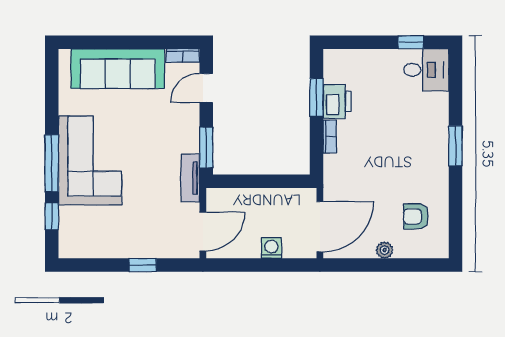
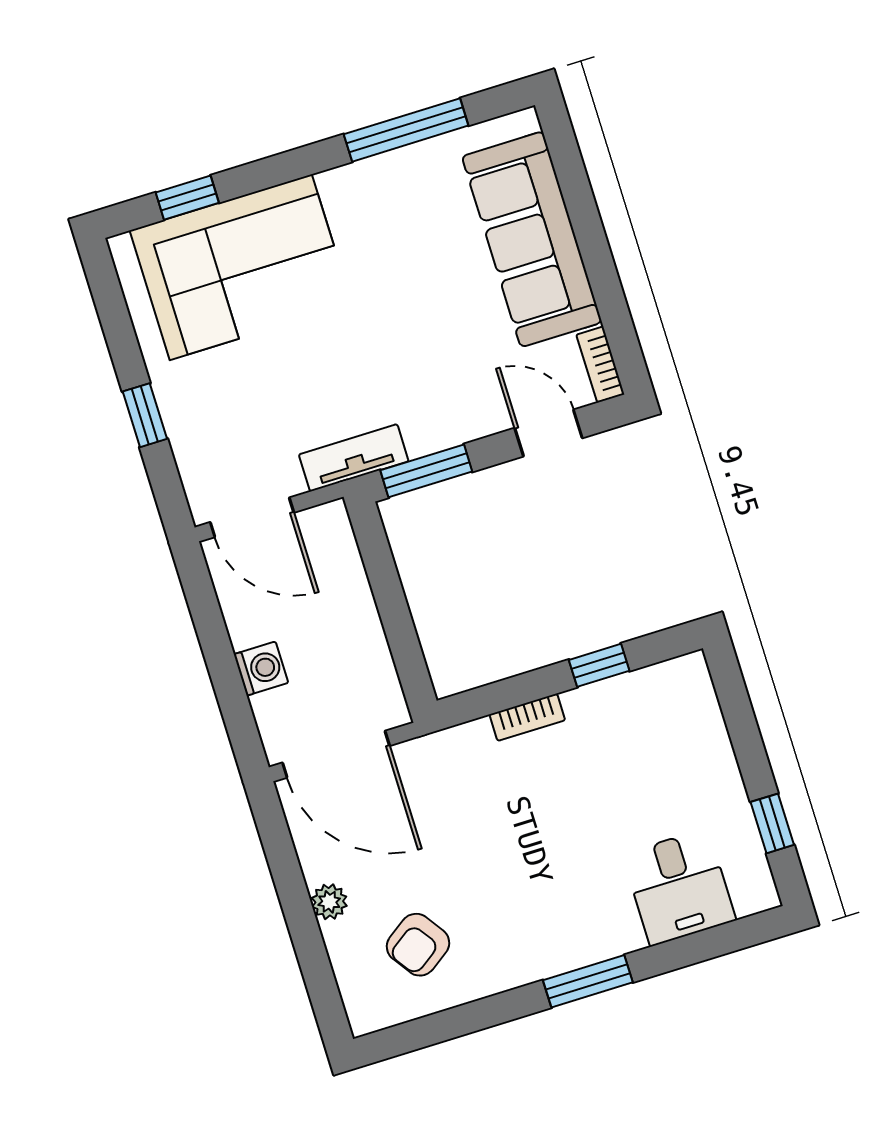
desk: (426, 70) -> (679, 887), moved
window: (317, 97) -> (599, 665), width x0.67
printer: (337, 101) -> (604, 710), removed
corner sofa: (90, 161) -> (241, 267), moved
window: (52, 163) -> (406, 130), moved
armchair: (416, 216) -> (418, 945), turned -125

